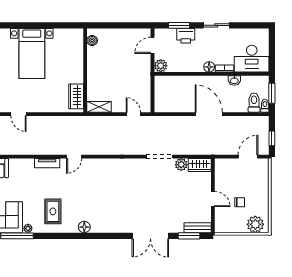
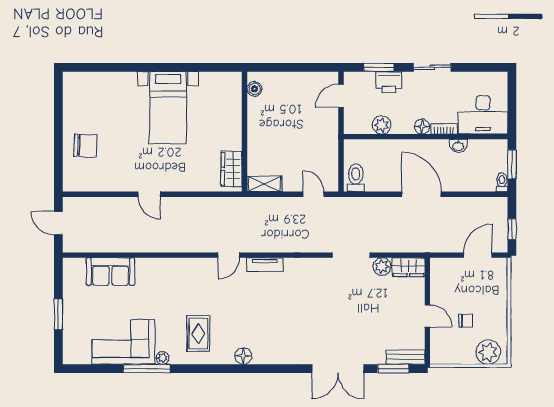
plant: (161, 66) -> (382, 125), moved
toilet: (254, 103) -> (356, 178), moved
tv unit: (47, 163) -> (265, 265), moved

